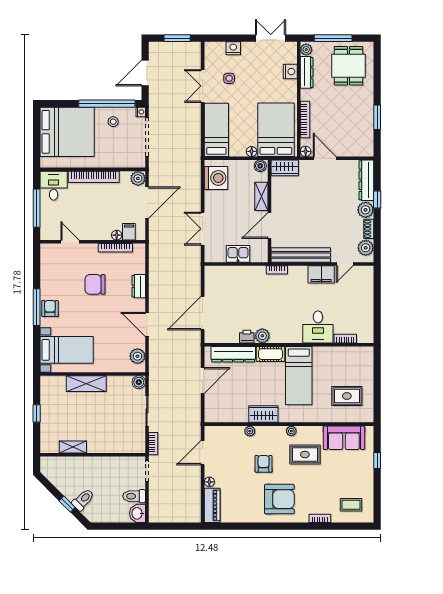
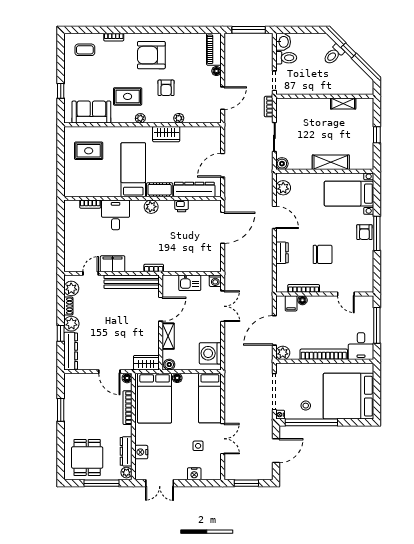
washing machine: (211, 256) -> (215, 281), added
plant: (262, 336) -> (151, 207), moved
window: (175, 526) -> (249, 30), added

